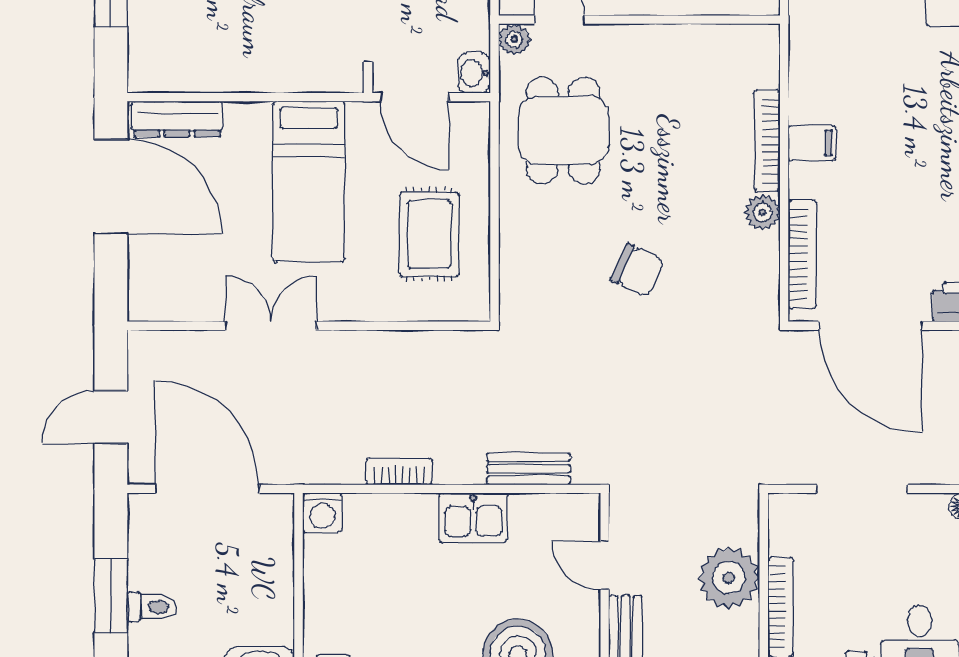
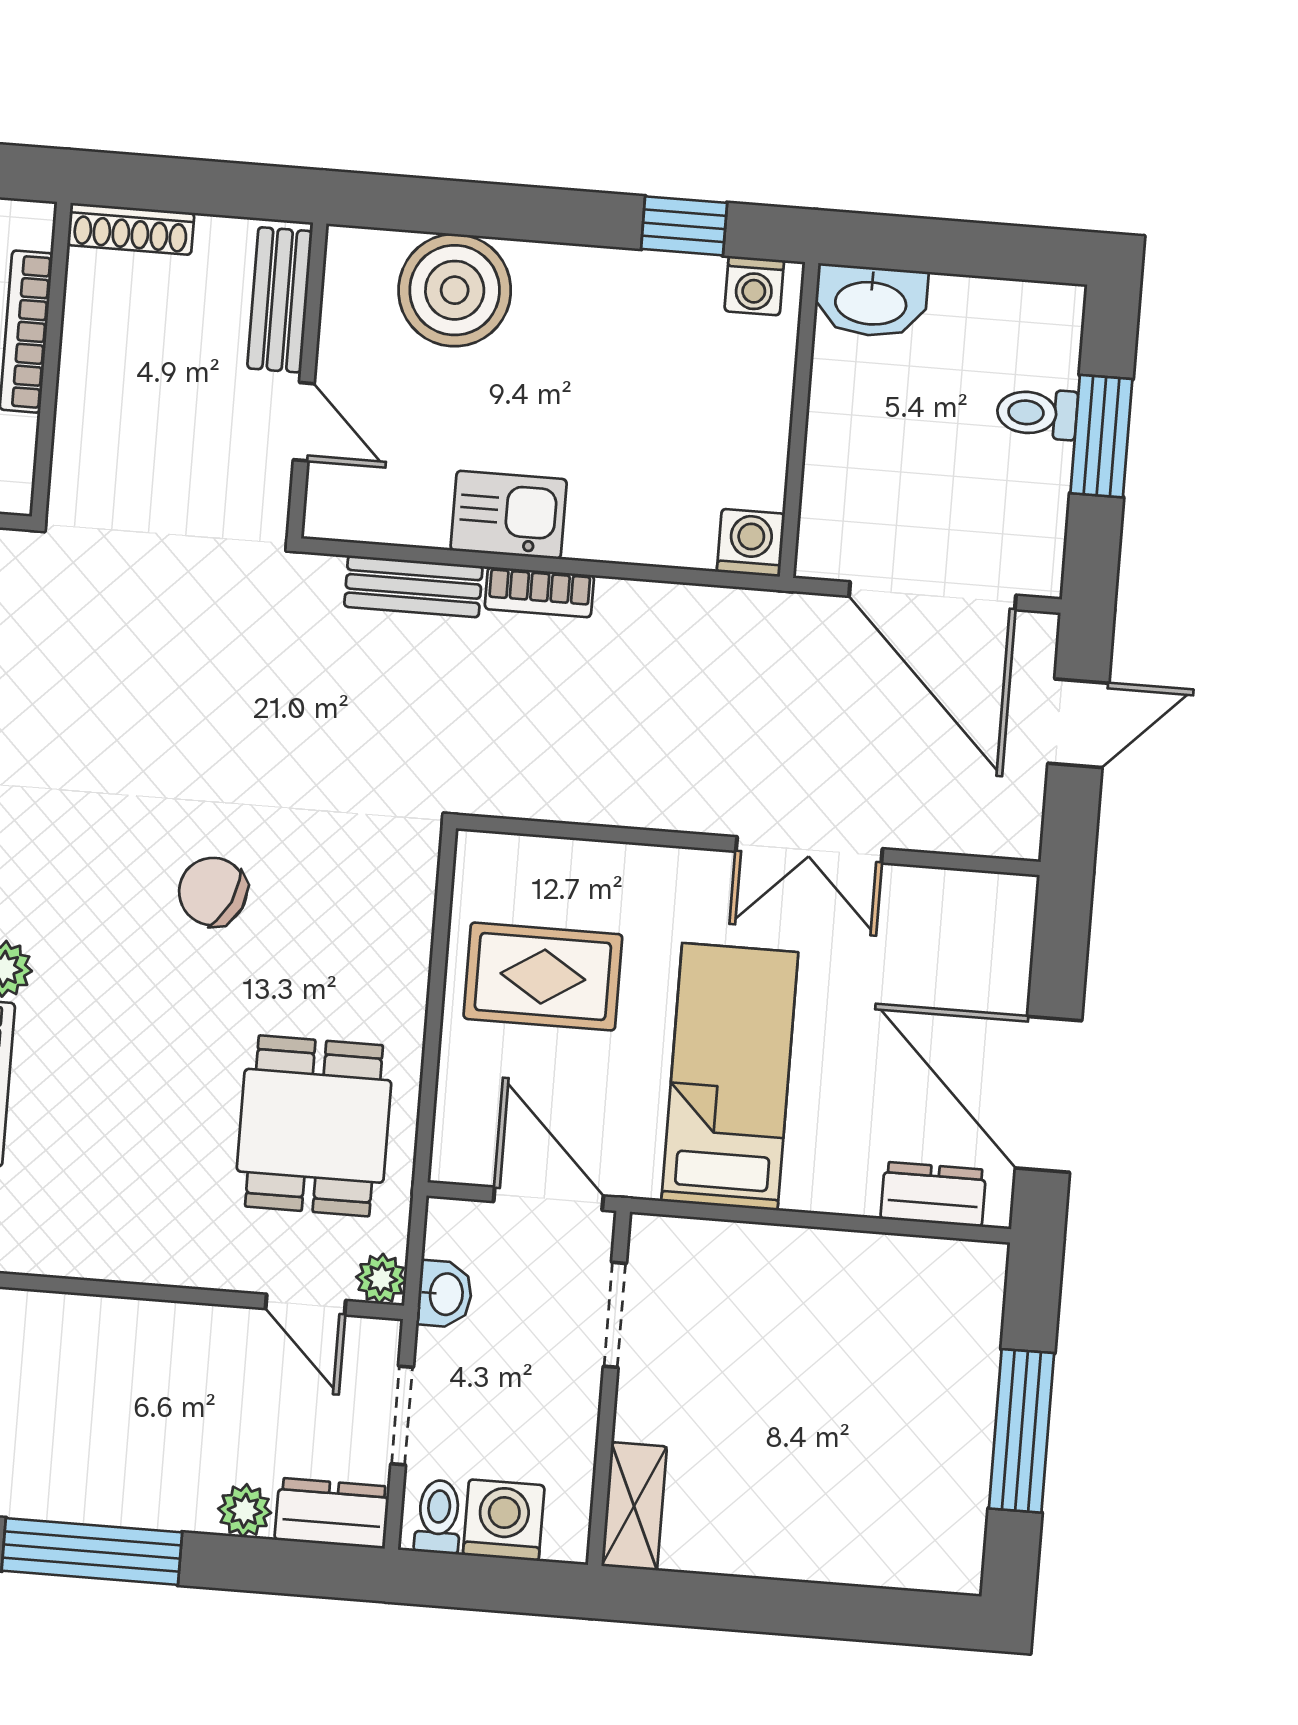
washbasin: (474, 73) -> (445, 1294), moved
dresser: (177, 119) -> (933, 1194), width x0.70
rug: (429, 234) -> (543, 977), turned 90
bookcase: (399, 472) -> (539, 592), moved
plant: (729, 578) -> (106, 386), removed

